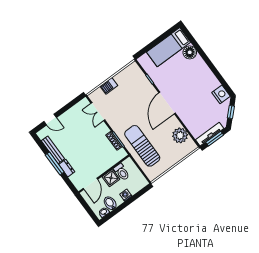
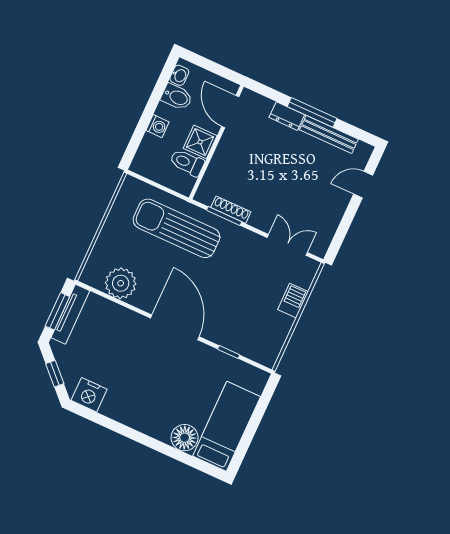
sun lounger: (142, 146) -> (176, 228), turned 180

